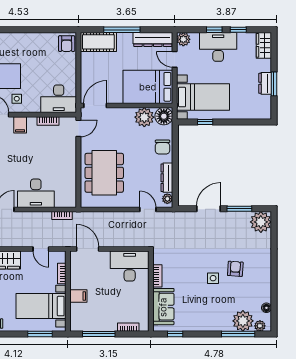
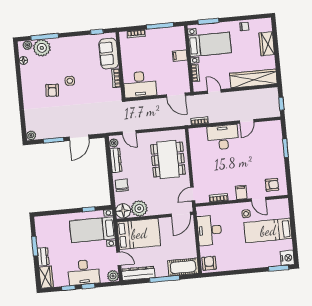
dresser: (265, 83) -> (43, 257), moved
desk: (59, 99) -> (209, 230), moved, turned -90
plant: (261, 222) -> (31, 135), width x0.53, depth x0.53

